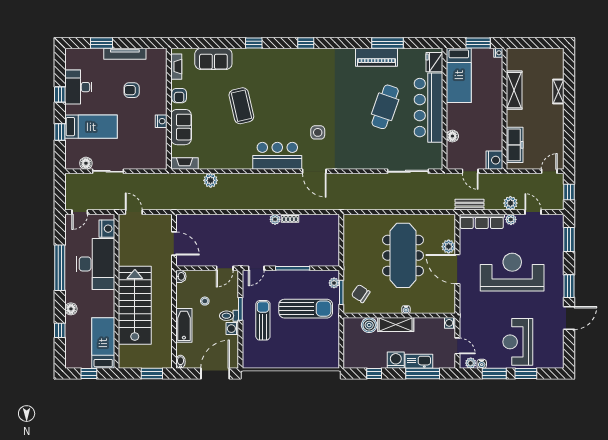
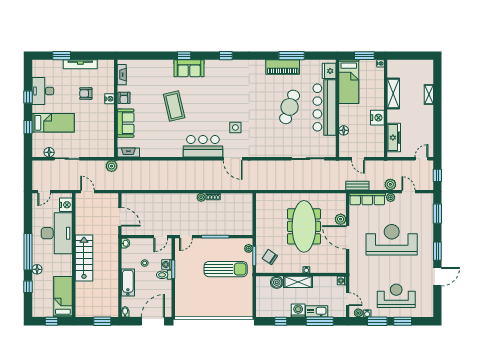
sofa: (213, 59) -> (189, 68), moved
nightstand: (161, 121) -> (110, 99), moved
nightstand: (494, 160) -> (377, 118), moved
plant: (211, 180) -> (112, 166), moved
window: (60, 268) -> (28, 252), moved
stairs: (135, 305) -> (84, 258), width x0.73, depth x0.66
sun lounger: (263, 320) -> (191, 278), removed
washing machine: (232, 329) -> (167, 264), moved
reception desk: (518, 342) -> (396, 296), turned 90

